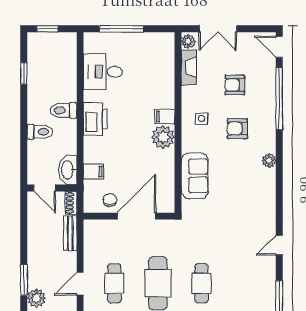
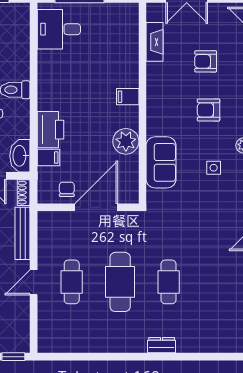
plant: (188, 42) -> (154, 13), removed
desk: (103, 72) -> (59, 29), moved
side table: (202, 118) -> (214, 168), moved
printer: (95, 119) -> (50, 130), moved
plant: (163, 137) -> (126, 141), moved
bench: (70, 233) -> (23, 233), width x1.36

